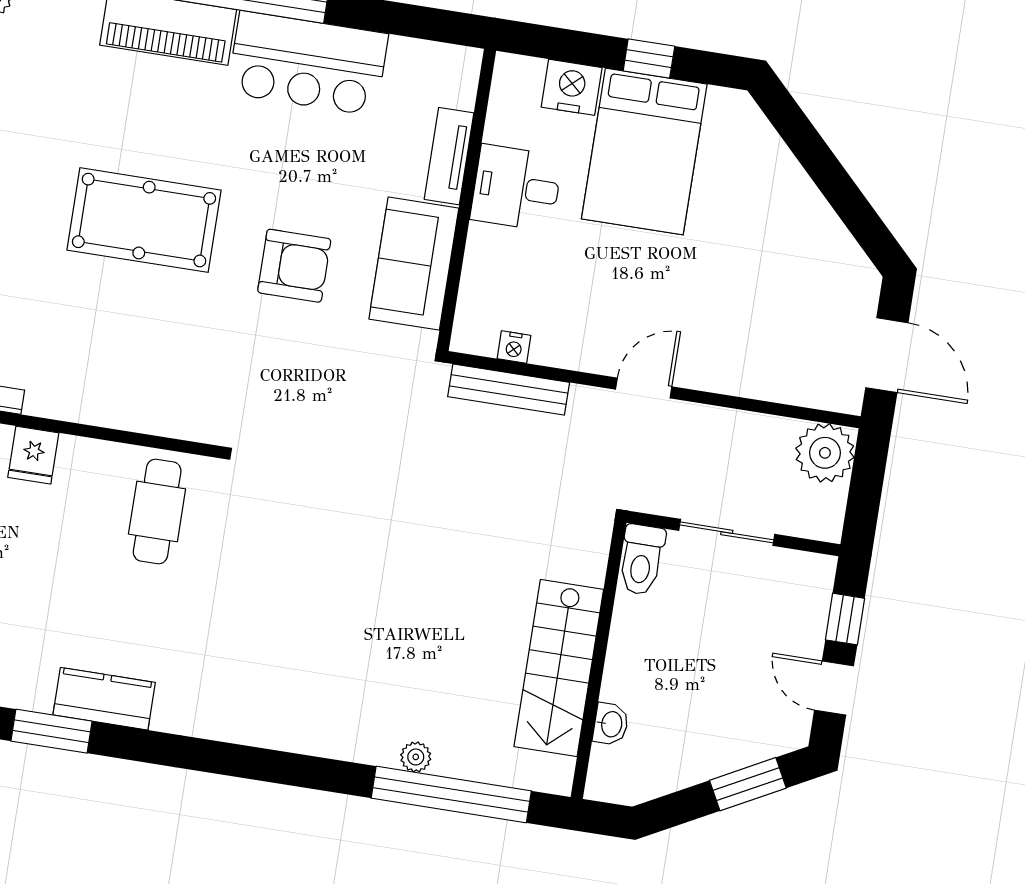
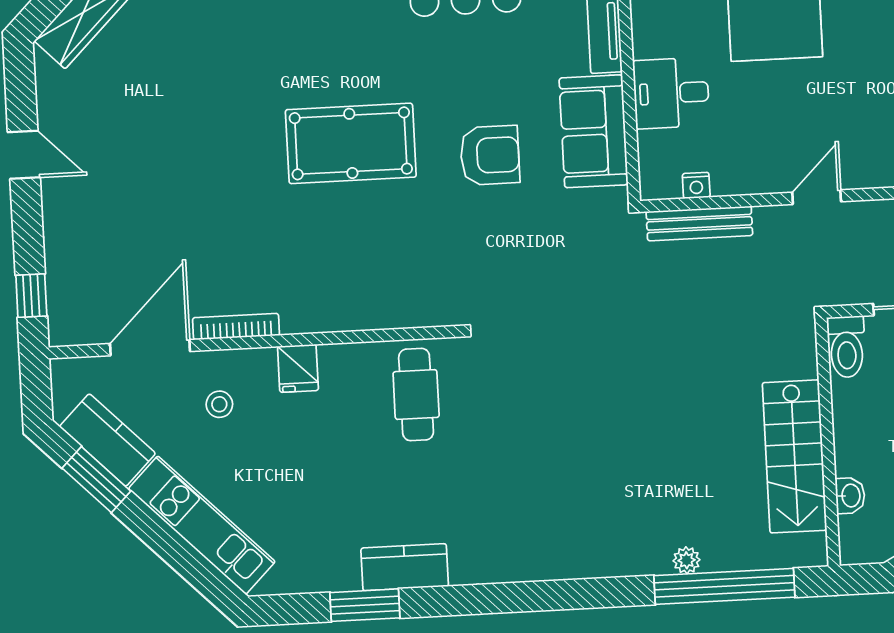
desk: (516, 188) -> (671, 93), moved

